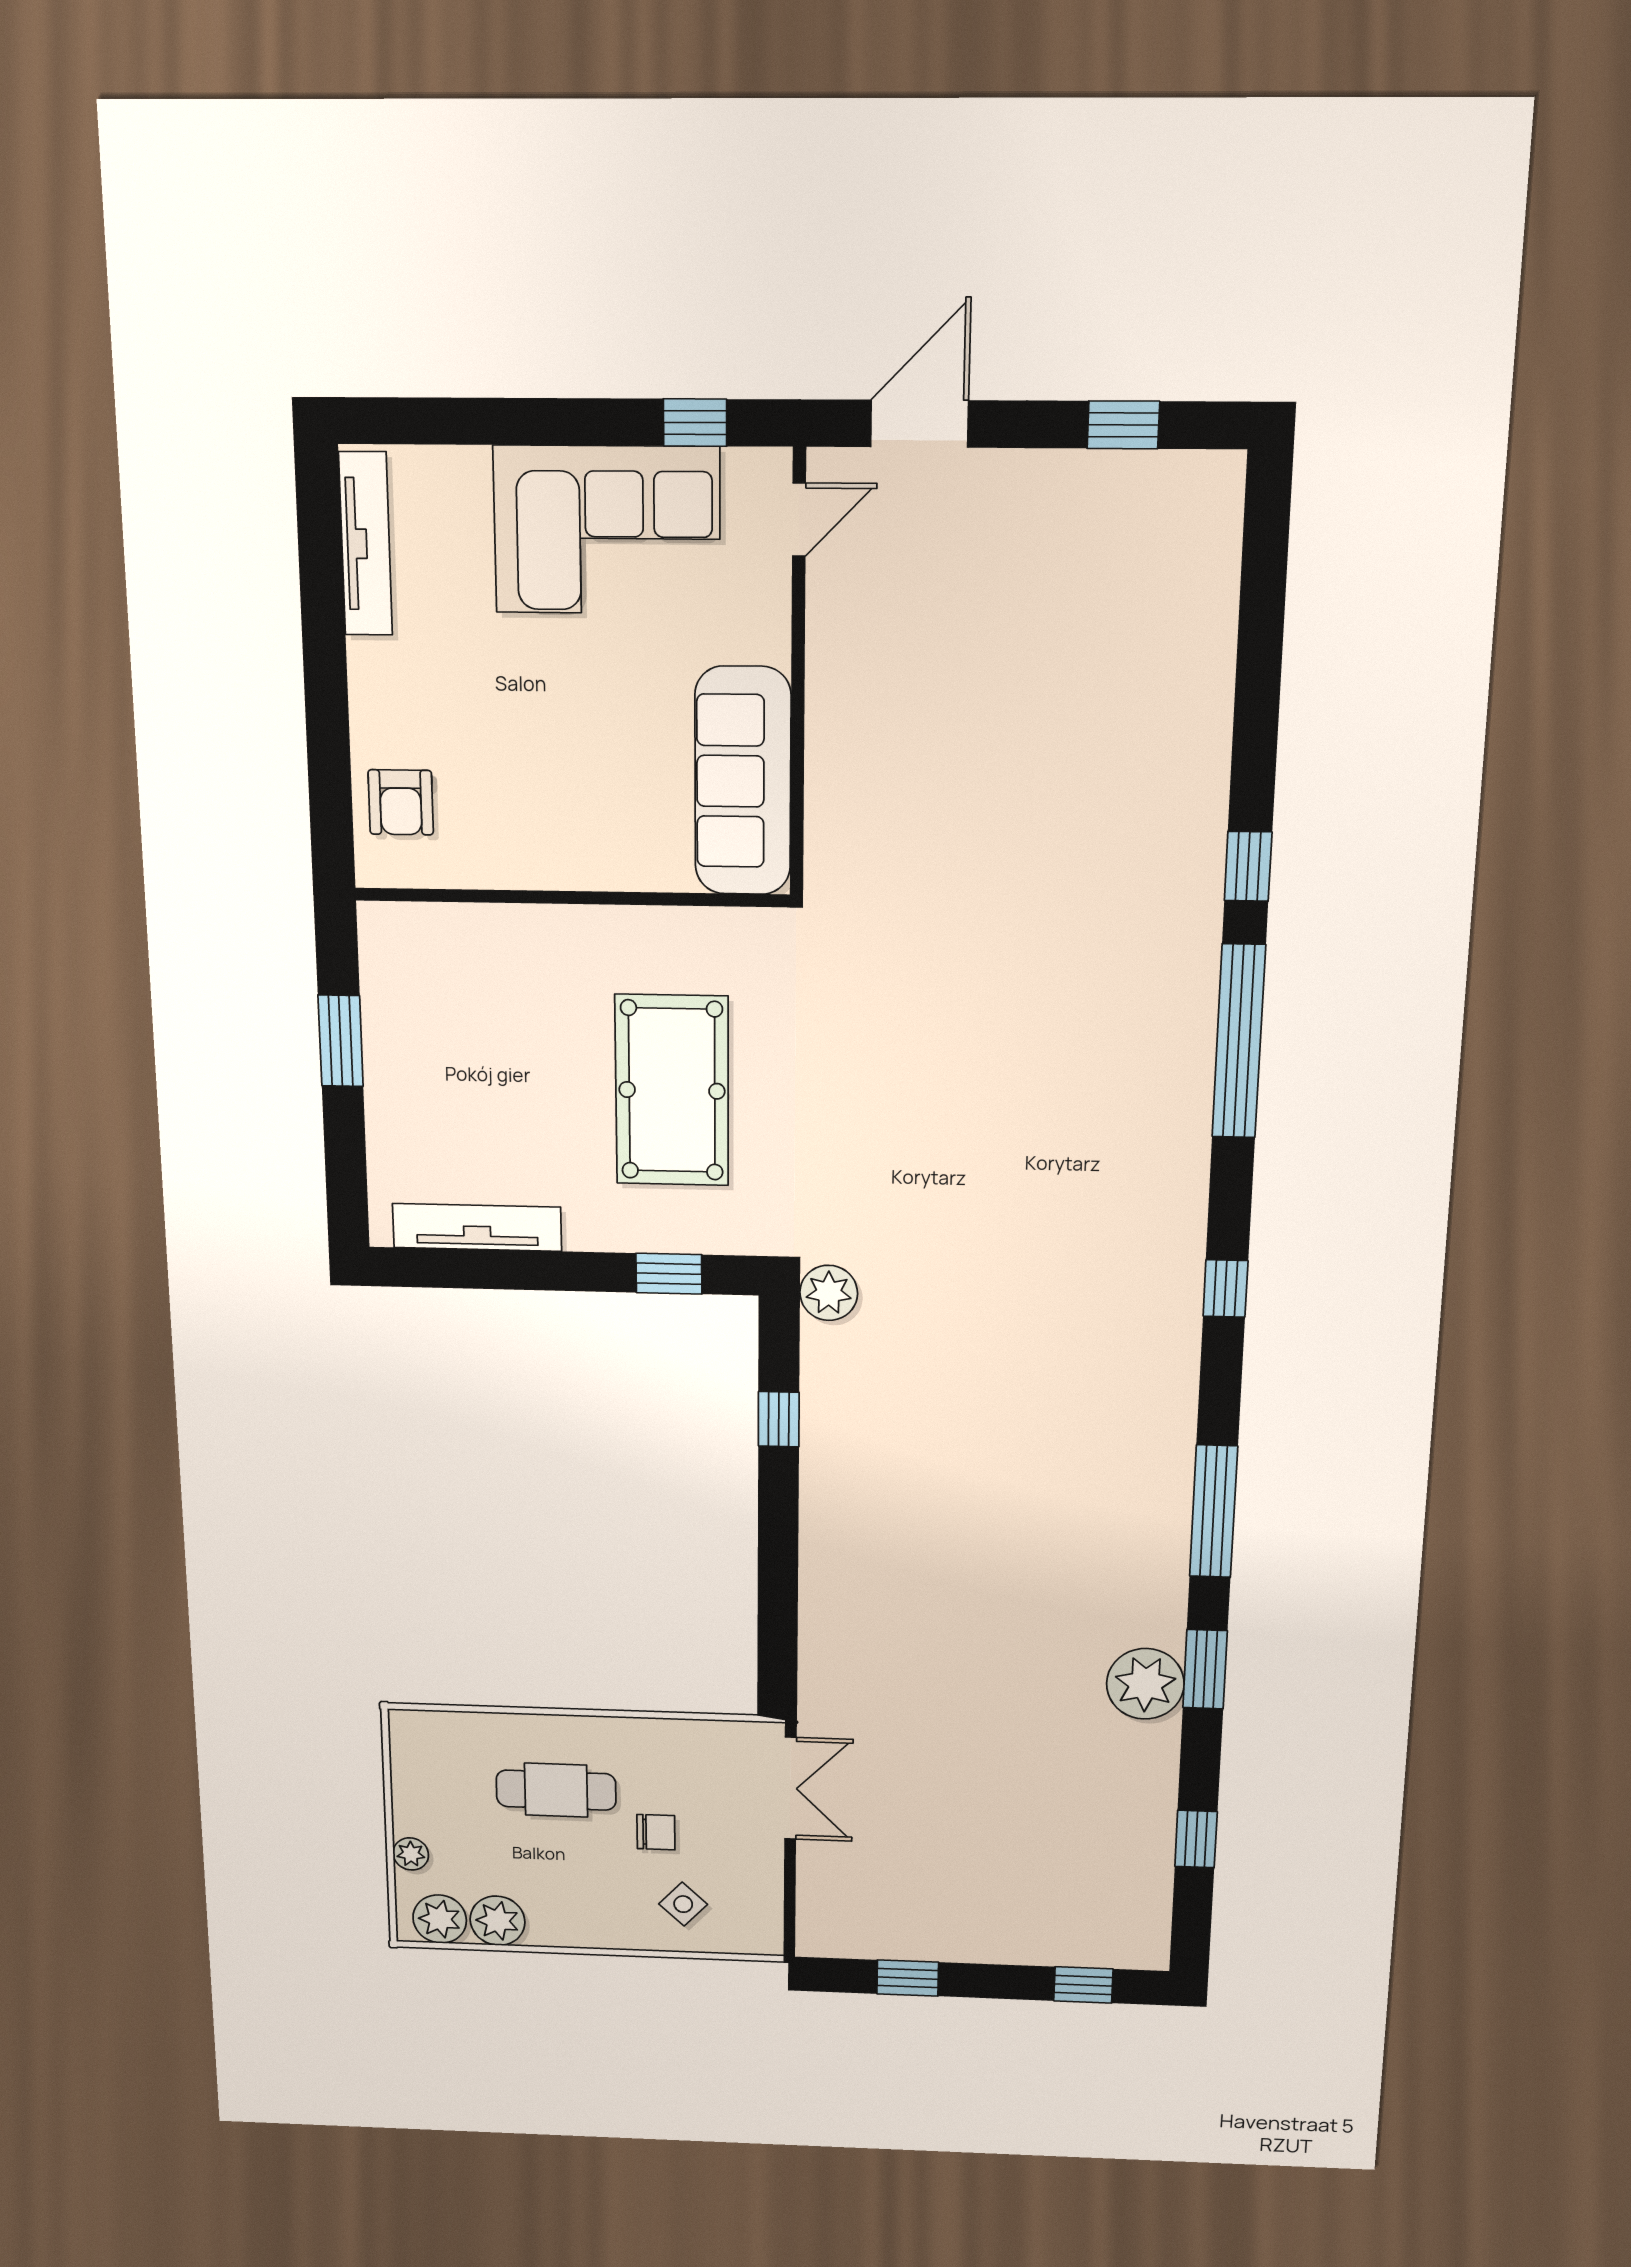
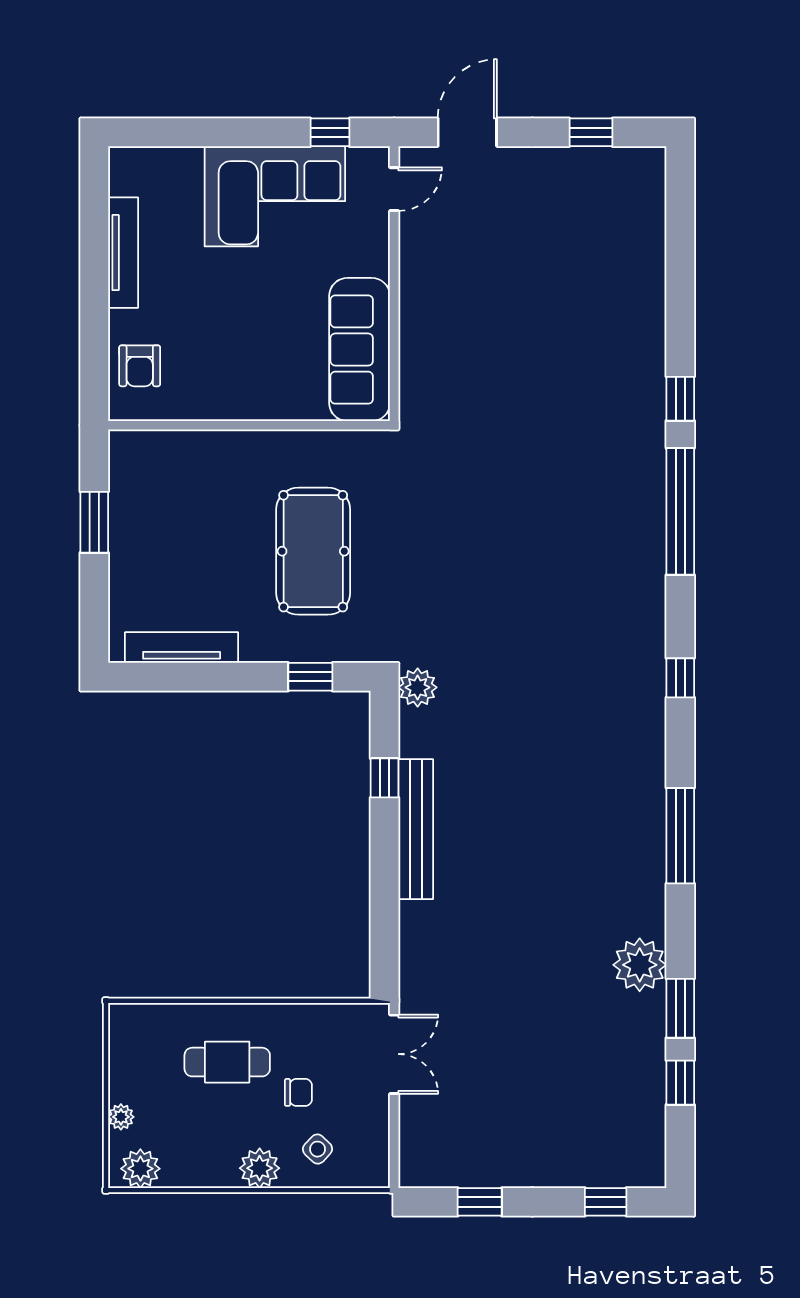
tv unit: (366, 544) -> (123, 253), moved
bench: (824, 1491) -> (416, 829), added
window: (1205, 1669) -> (680, 1008), moved
plant: (498, 1921) -> (260, 1168), moved

